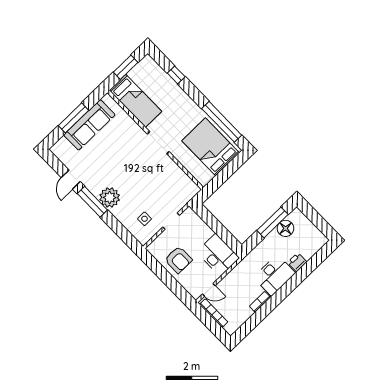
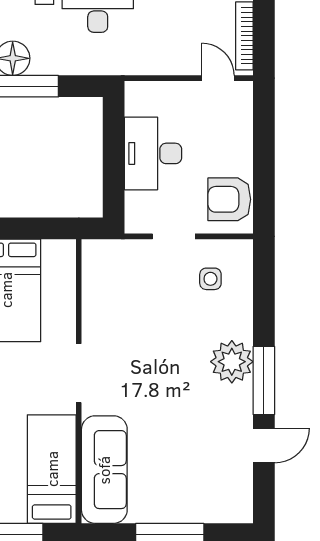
sofa: (89, 125) -> (104, 470), moved, turned 90
desk: (218, 255) -> (153, 153), moved
armchair: (178, 260) -> (229, 199), moved, turned -90

